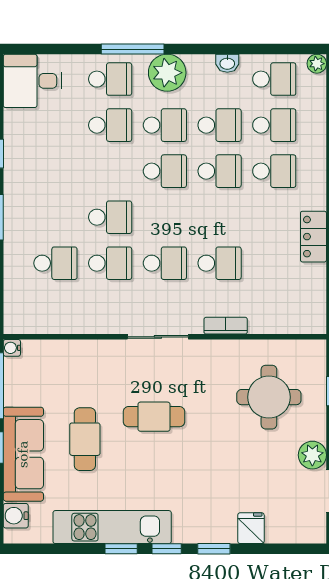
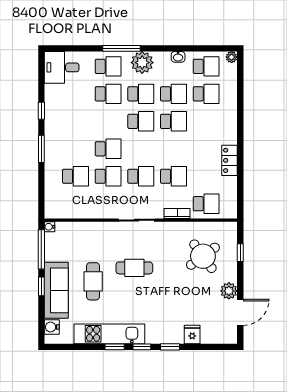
school desk: (274, 171) -> (206, 204), moved
round table: (269, 397) -> (203, 256), turned -36

